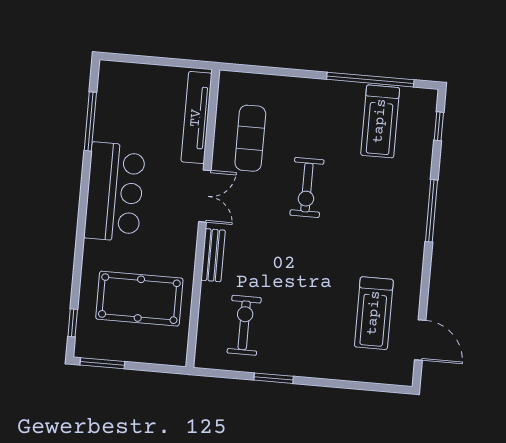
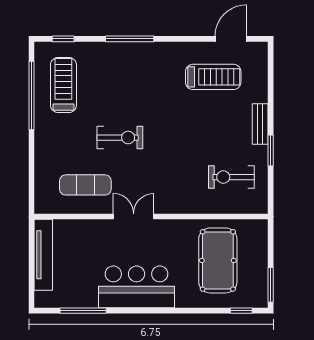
tv unit: (196, 118) -> (43, 255), moved, turned -90
treadmill: (380, 121) -> (63, 85), turned -90
bench: (213, 255) -> (260, 124), moved, turned 90

